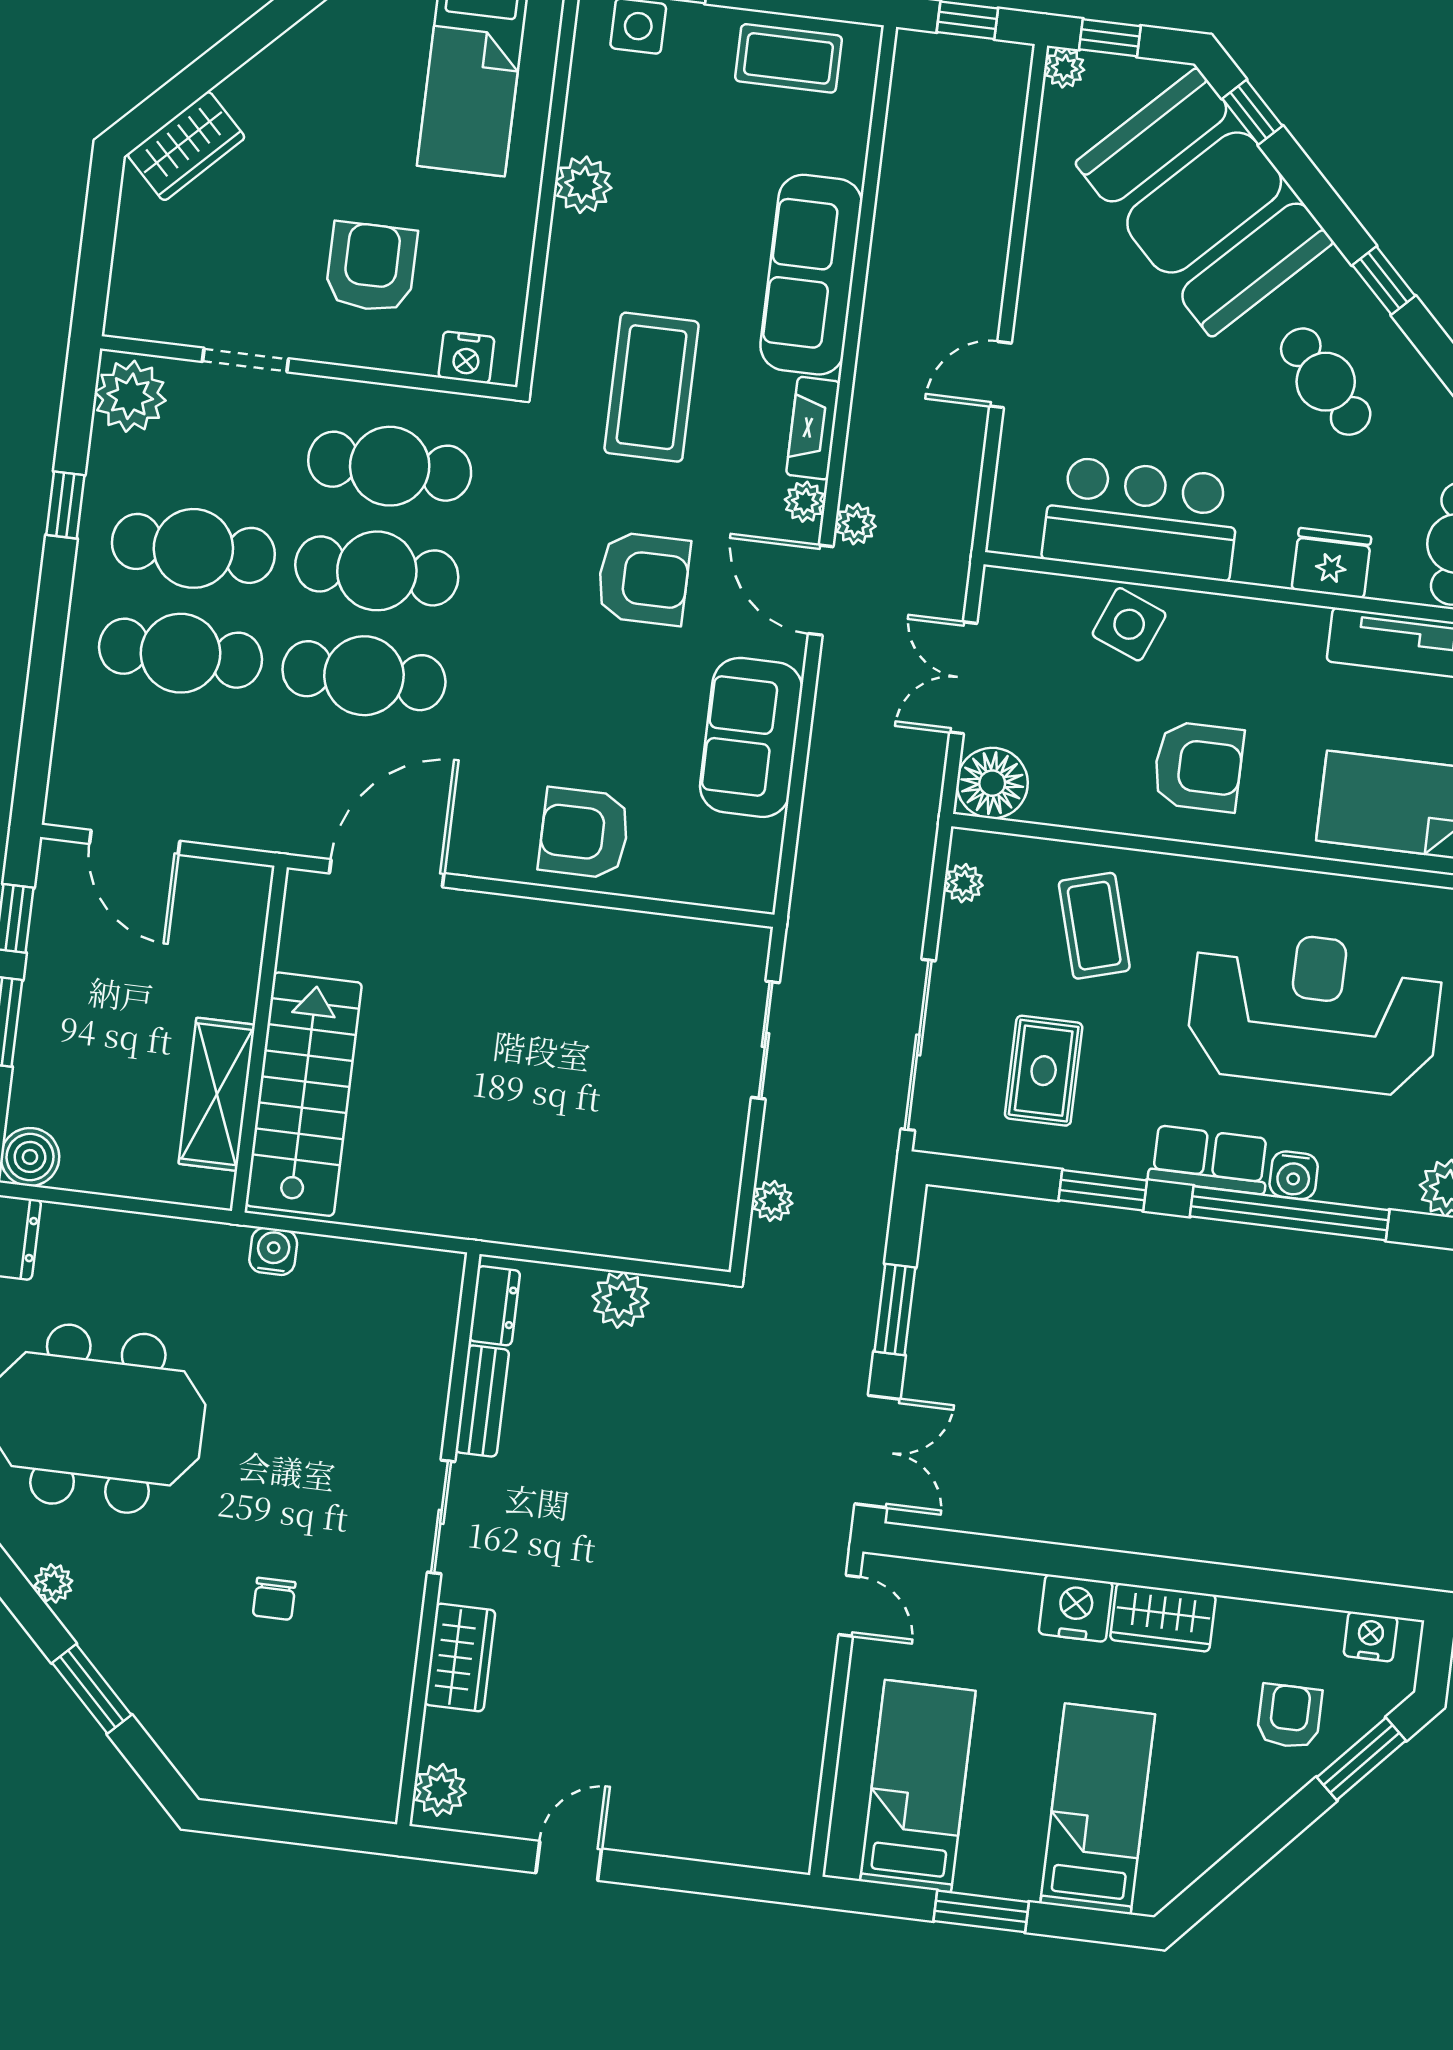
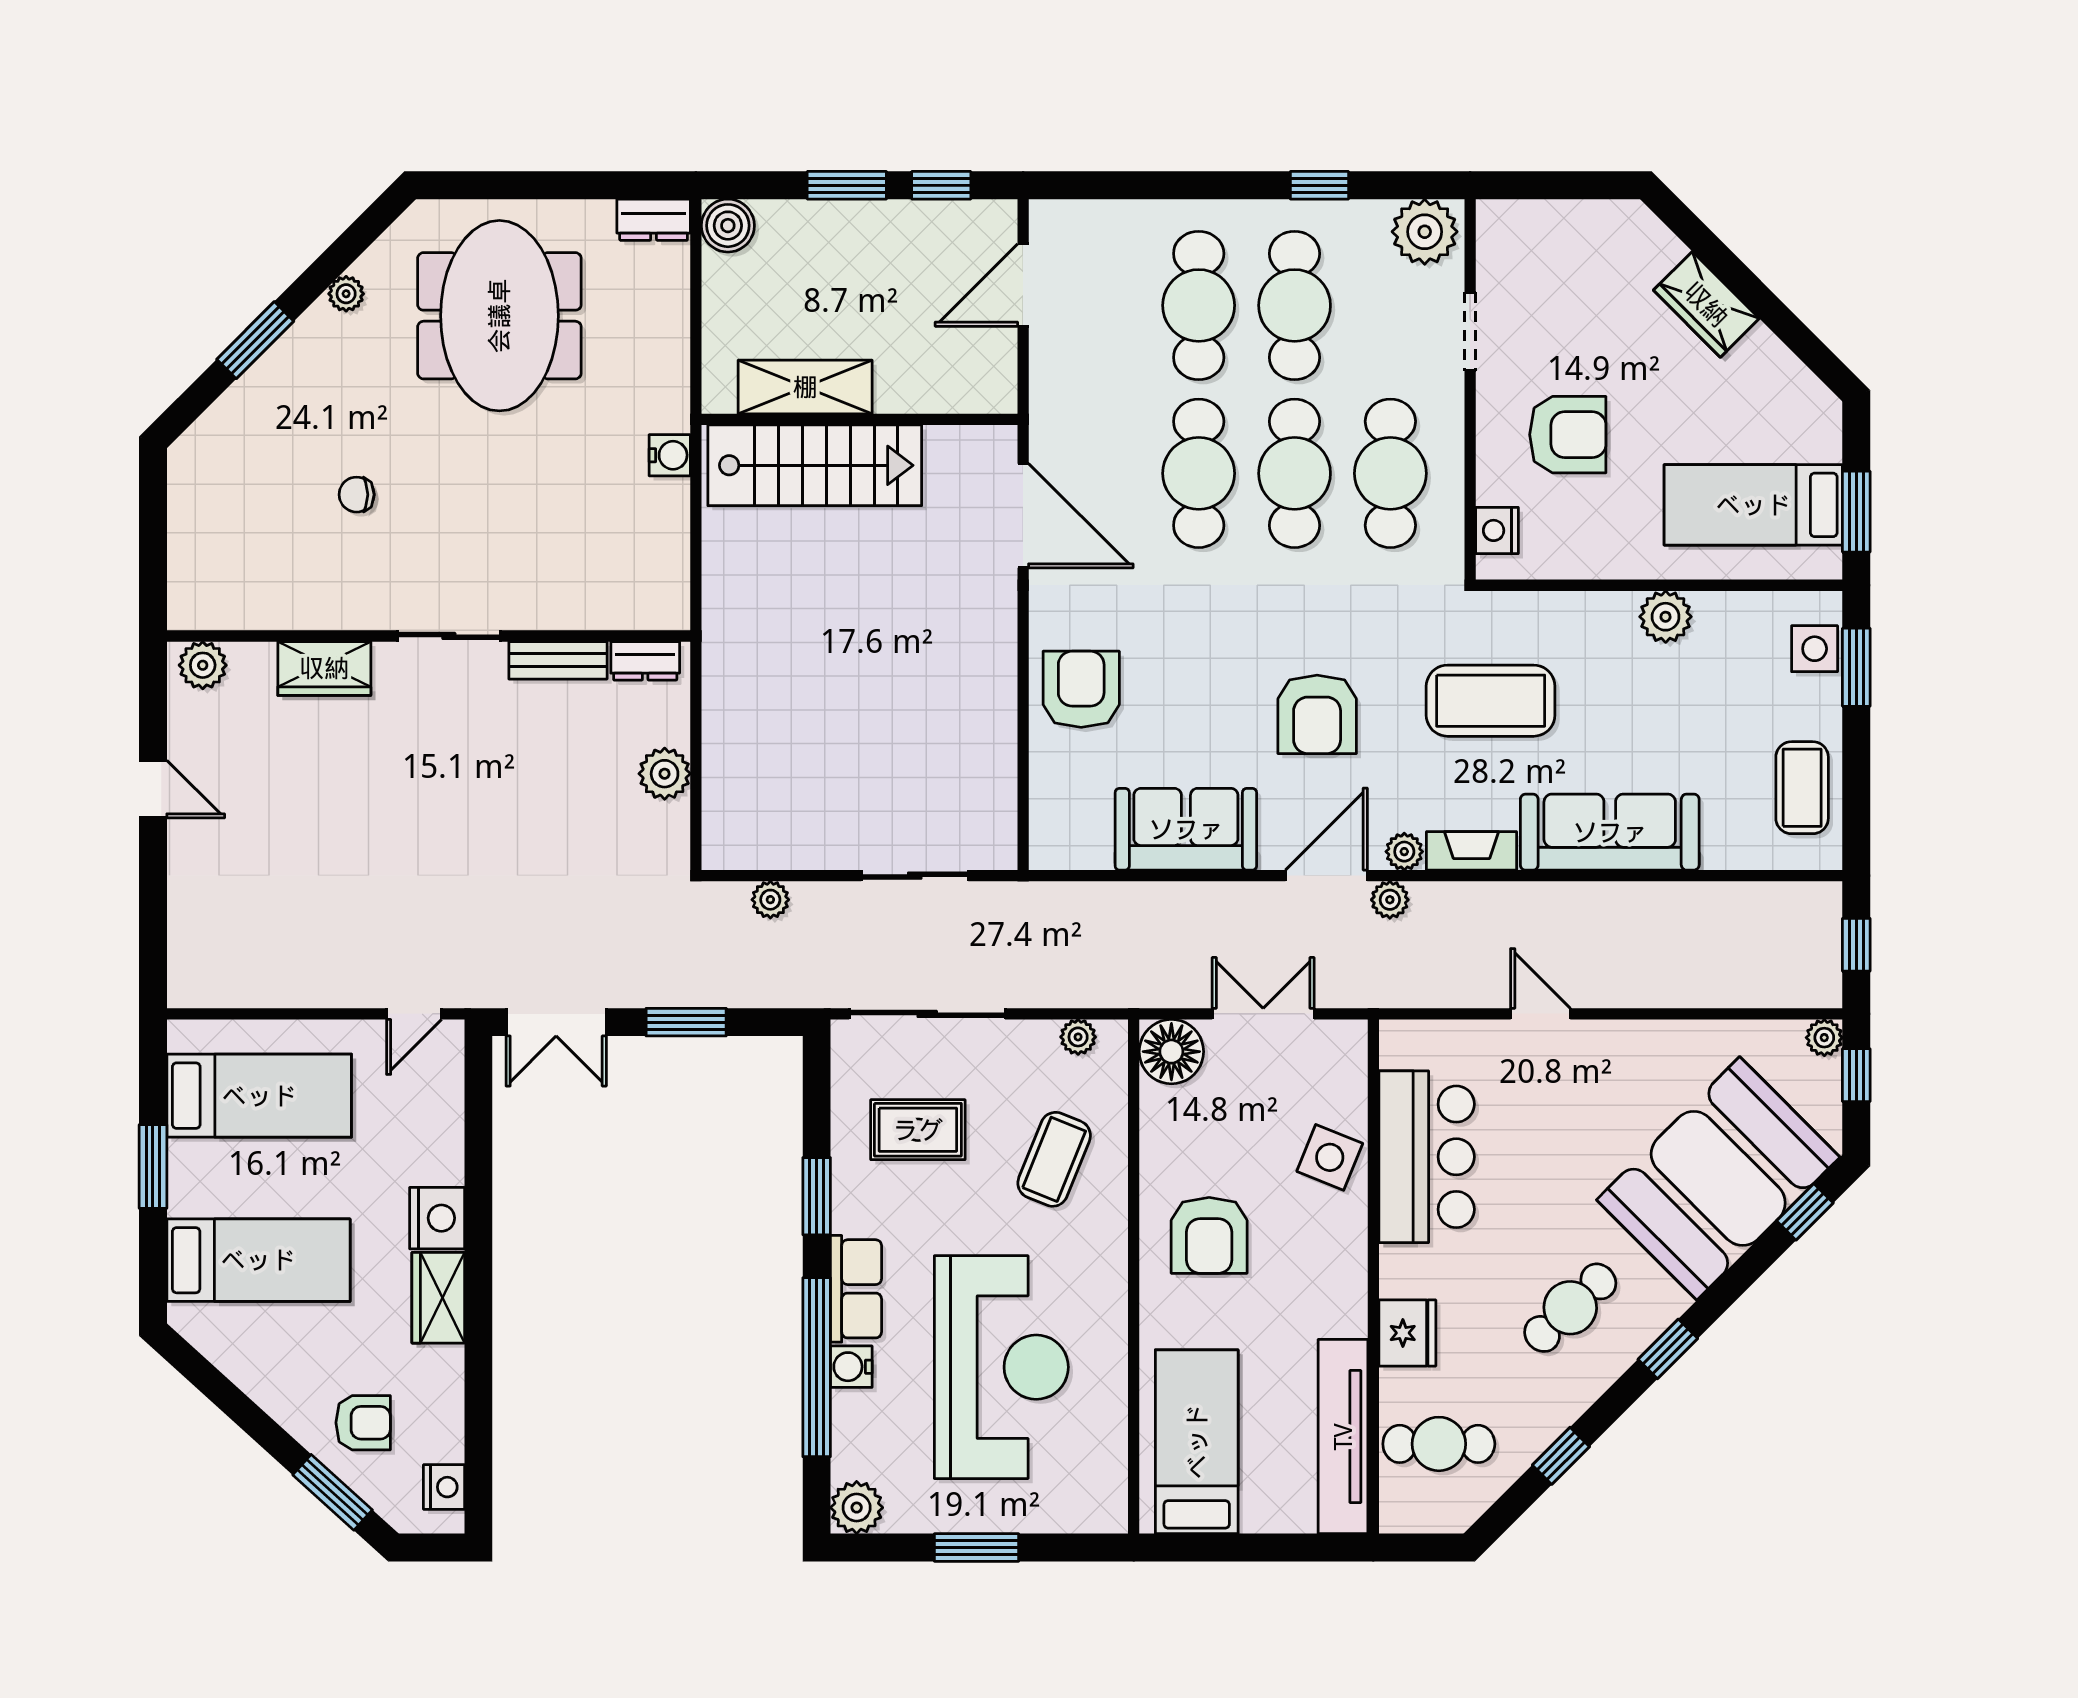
wardrobe: (186, 146) -> (1706, 304), moved
coffee table: (1094, 926) -> (1054, 1159), turned -52

